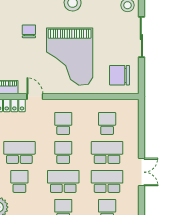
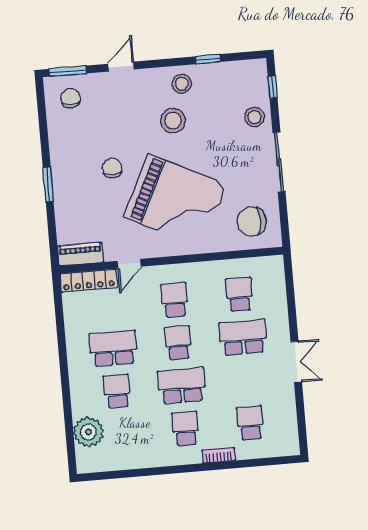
grand piano: (70, 57) -> (175, 200), turned -64
door: (35, 97) -> (129, 264), swing flipped
school desk: (107, 181) -> (247, 380), removed

